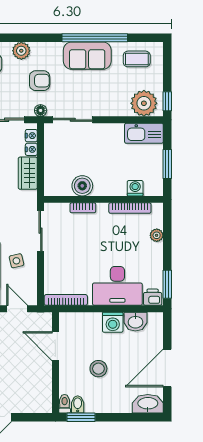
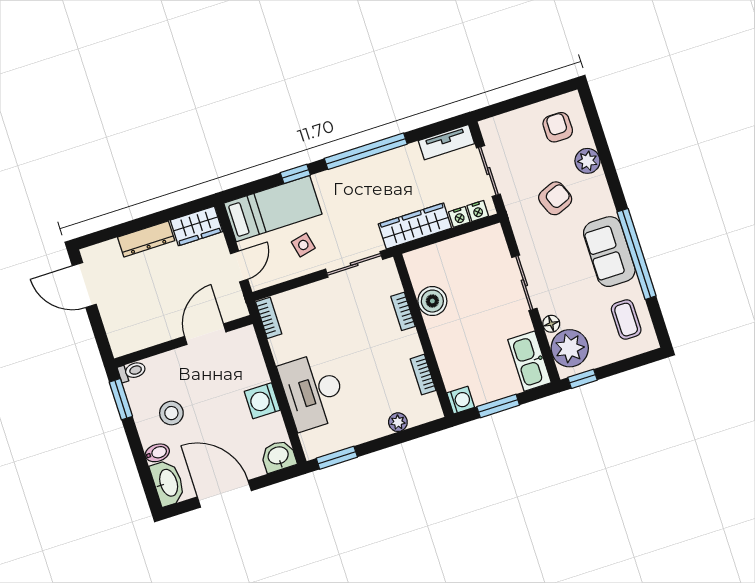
armchair: (40, 81) -> (555, 198), turned -112
floor lamp: (41, 110) -> (551, 324), moved
sliding door: (73, 120) -> (524, 283), moved
wardrobe: (28, 173) -> (415, 226), width x1.50
washing machine: (135, 188) -> (461, 400), moved
bookcase: (130, 208) -> (423, 375), width x0.64
printer: (153, 297) -> (313, 443), removed
bookcase: (66, 300) -> (269, 318), width x0.64
washbasin: (135, 322) -> (278, 456), moved, turned 90
stool: (98, 369) -> (171, 413), moved
bidet: (78, 404) -> (157, 453), moved

